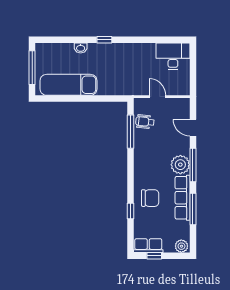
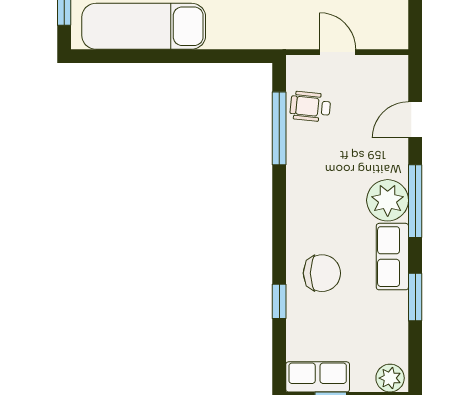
door: (193, 128) -> (415, 120), hinge flipped
row of seats: (183, 198) -> (392, 257), width x0.68
window: (193, 209) -> (415, 297), width x0.69

